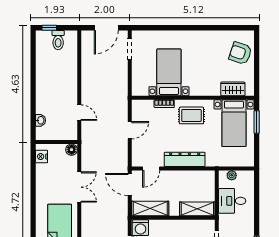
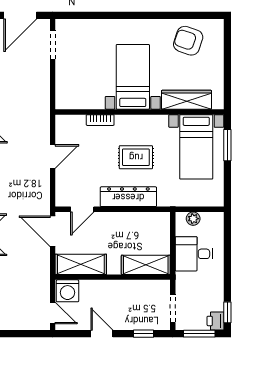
armchair: (240, 53) -> (188, 41), moved
bed with nightstands: (169, 72) -> (133, 77), moved
wardrobe: (233, 89) -> (186, 100), width x1.50
rug: (191, 115) -> (136, 157), moved

